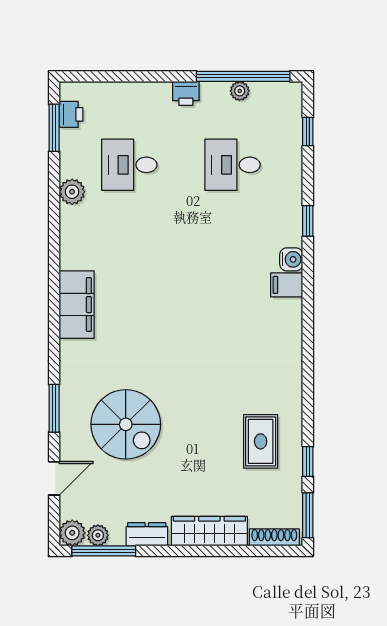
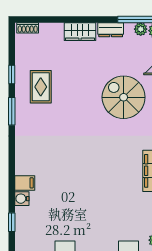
window: (308, 515) -> (12, 111), moved
wardrobe: (209, 531) -> (80, 32), width x0.67
shoe rack: (274, 537) -> (28, 28), width x0.70

